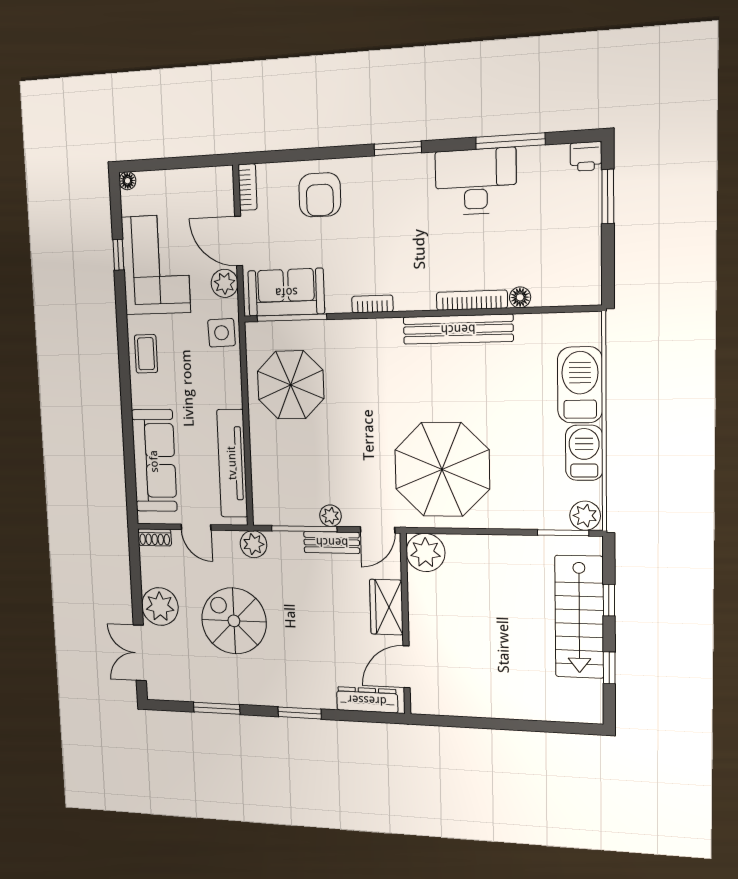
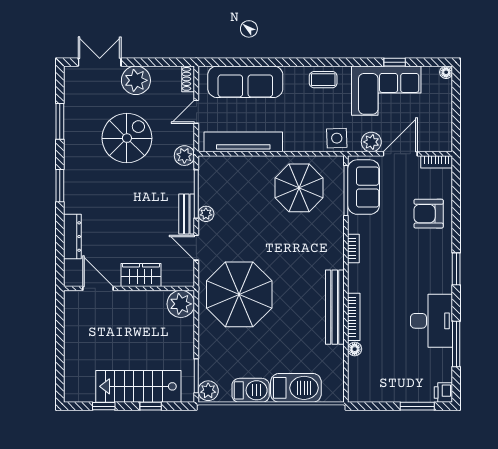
plant: (425, 553) -> (181, 304), moved
wardrobe: (386, 607) -> (141, 275), moved
wall: (405, 624) -> (129, 288), moved
door: (406, 667) -> (98, 288), moved

